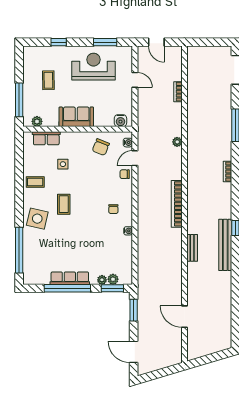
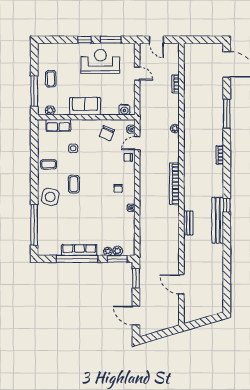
window: (59, 42) -> (84, 40), moved
coffee table: (48, 80) -> (51, 79), moved

